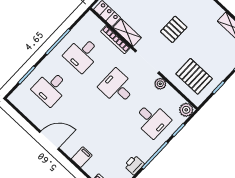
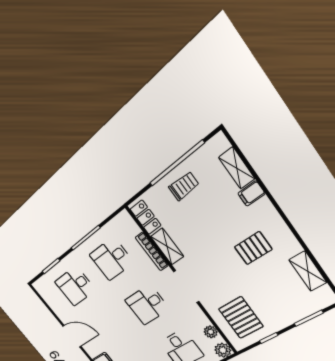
pallet: (174, 29) -> (253, 248), moved
plant: (160, 84) -> (211, 332), moved
desk: (117, 87) -> (147, 305), turned -90

